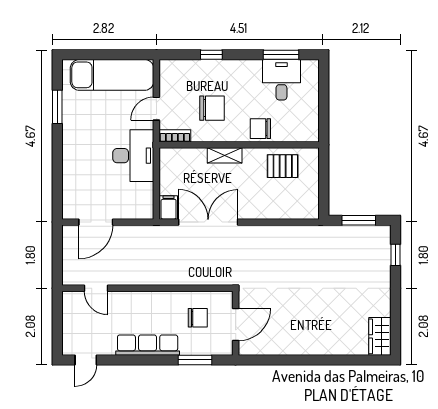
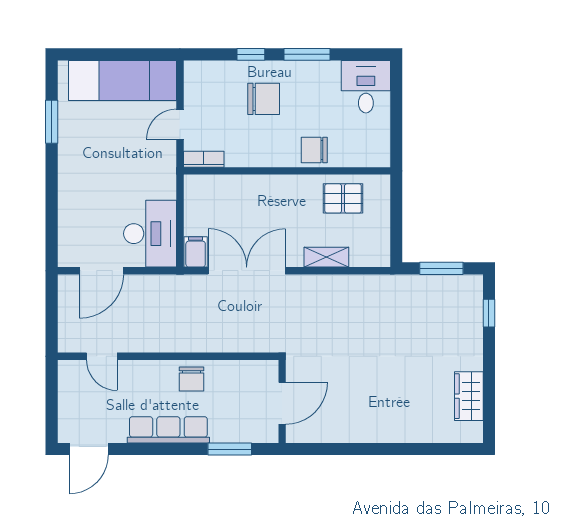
window: (281, 55) -> (307, 54), moved
desk: (281, 80) -> (366, 87), moved
chair: (212, 108) -> (264, 99), moved
shelving: (225, 155) -> (326, 257), moved
desk: (133, 156) -> (150, 234), moved
chair: (198, 318) -> (191, 379), moved, turned 90
wardrobe: (380, 336) -> (469, 396), moved
door: (86, 360) -> (89, 449), width x1.38

